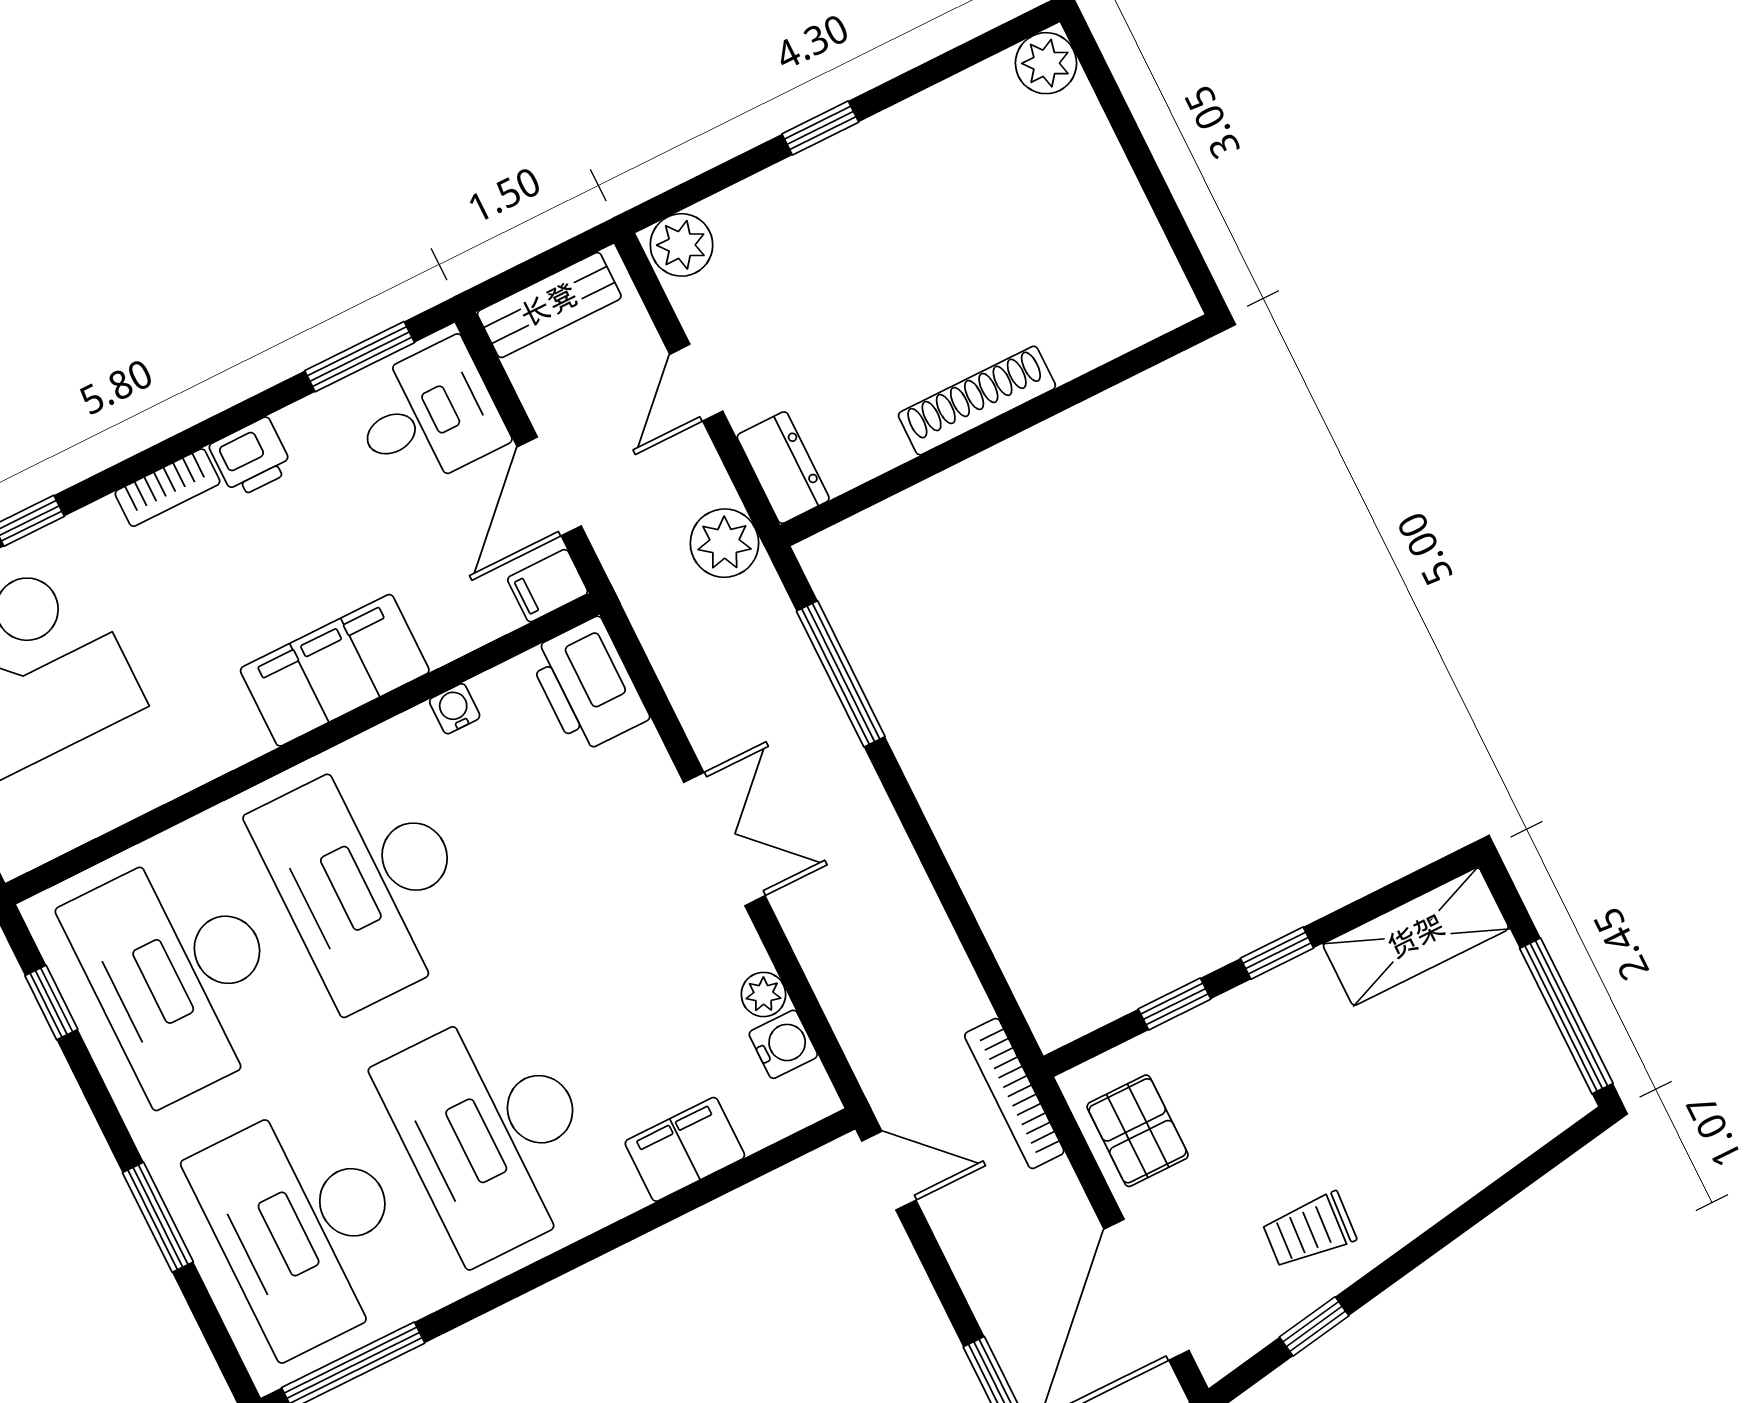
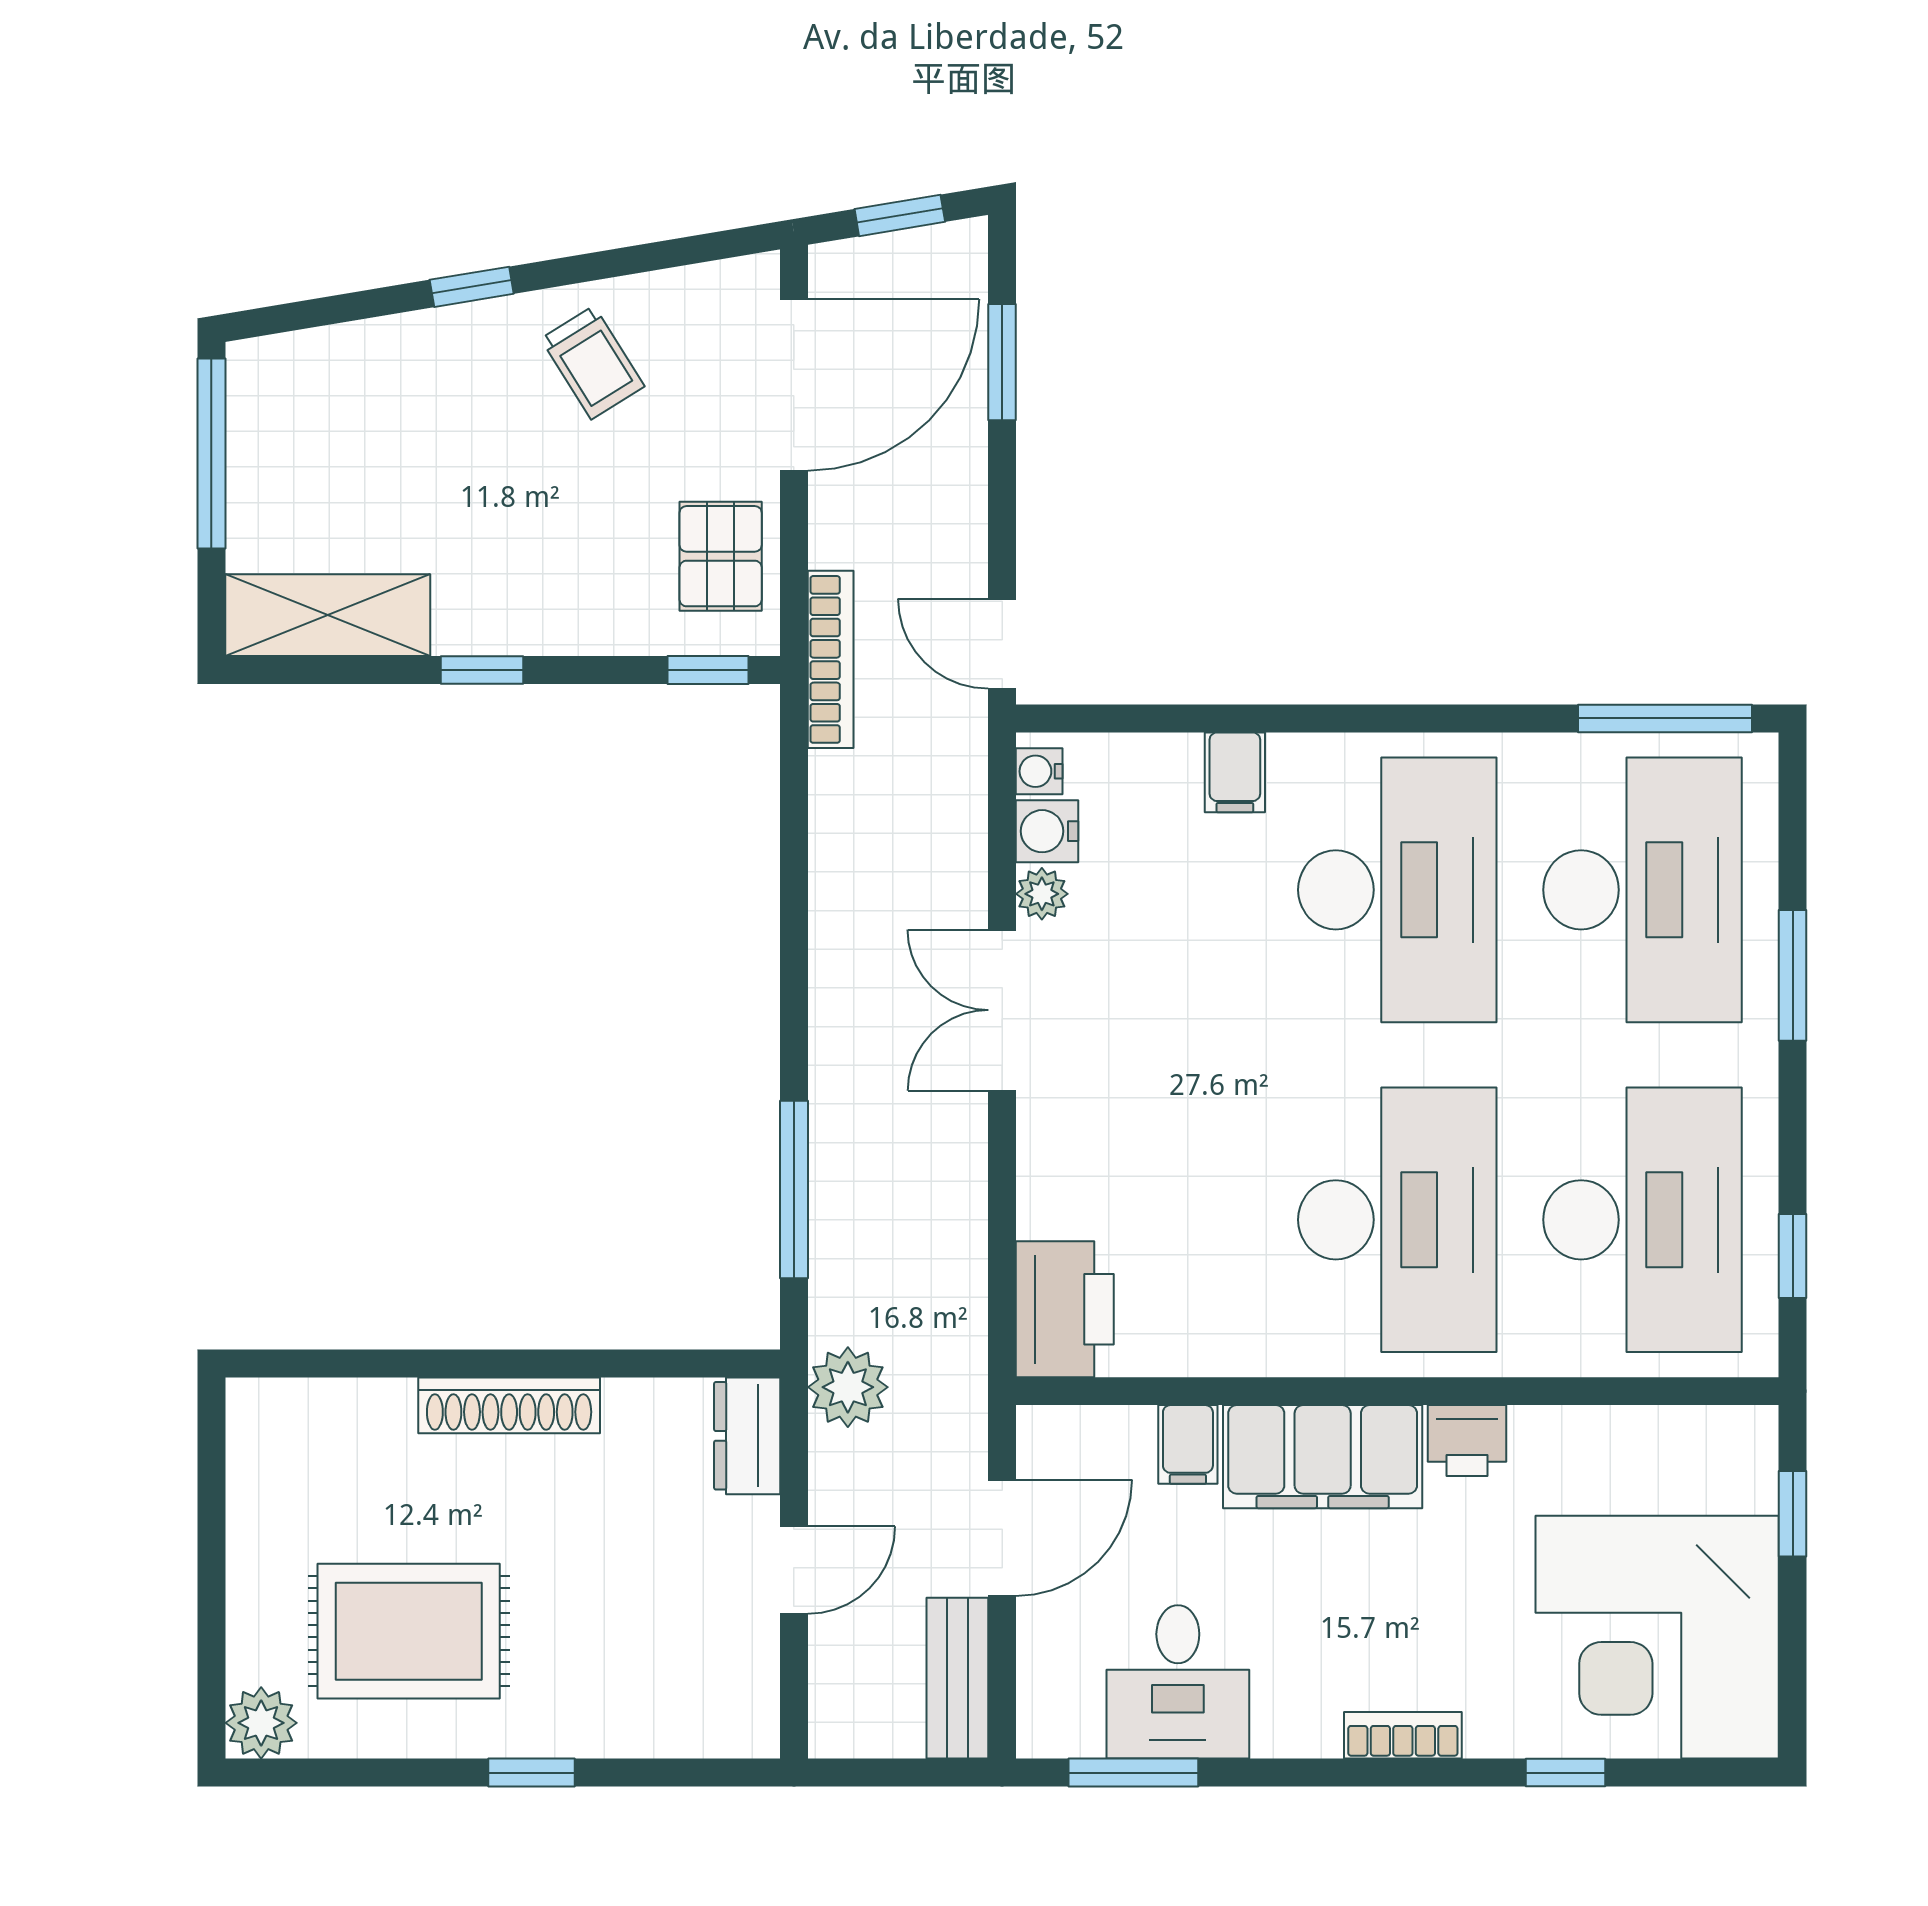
rug: (968, 189) -> (409, 1631), added
plant: (681, 245) -> (738, 1722), removed
bench: (549, 305) -> (957, 1678), moved, turned 90
desk: (428, 416) -> (1178, 1682), moved, turned -90
printer: (251, 458) -> (1467, 1441), moved, turned 180
filing cabinet: (548, 586) -> (1188, 1444), moved, turned 90
water cooler: (455, 709) -> (1039, 771), moved, turned 90
double door: (724, 839) -> (1002, 1010), moved
window: (1174, 1004) -> (708, 670), moved
filing cabinet: (685, 1149) -> (1235, 772), width x0.50
trolley: (1309, 1230) -> (593, 363), turned 54
window: (1314, 1326) -> (472, 287), moved

